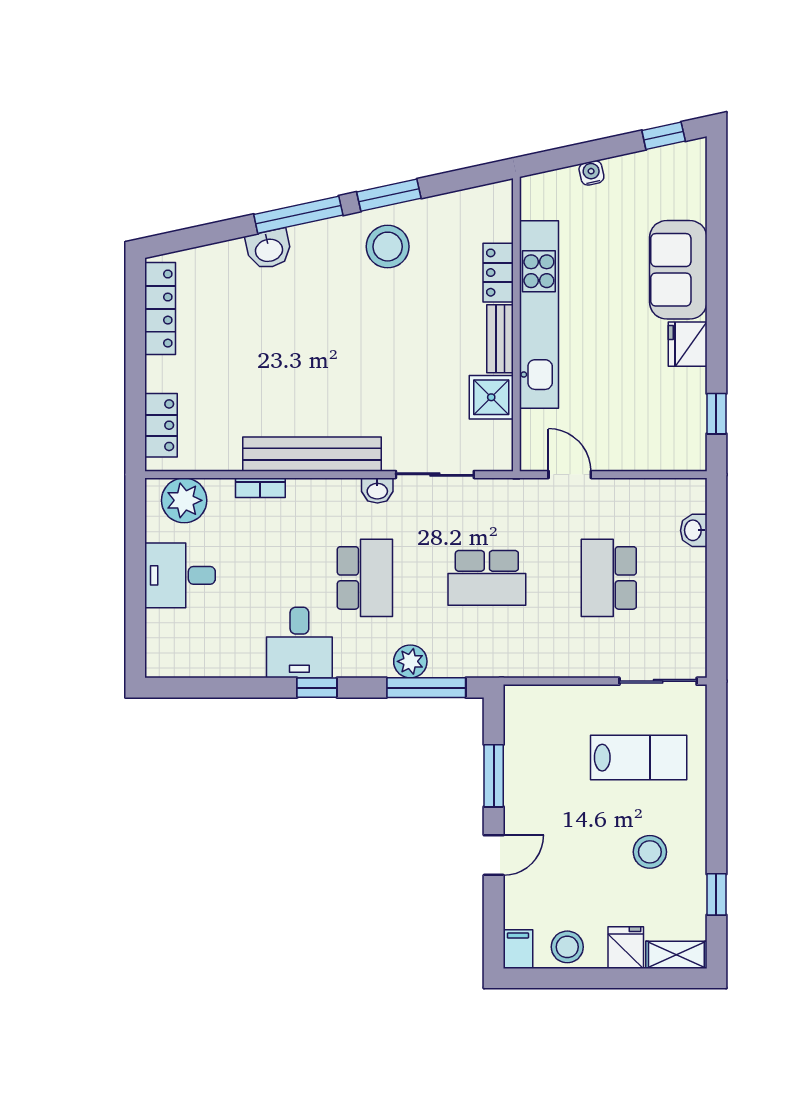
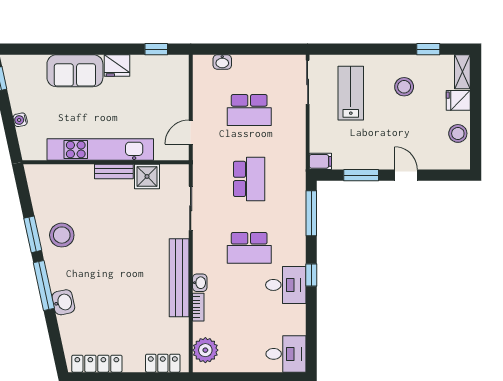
locker: (498, 273) -> (76, 173), removed
washbasin: (377, 490) -> (200, 283), moved
desk: (180, 575) -> (286, 354), moved, turned -90
school desk: (365, 578) -> (249, 248), turned 180
plant: (410, 661) -> (296, 222), removed
filing cabinet: (518, 949) -> (320, 161), moved, turned 180

